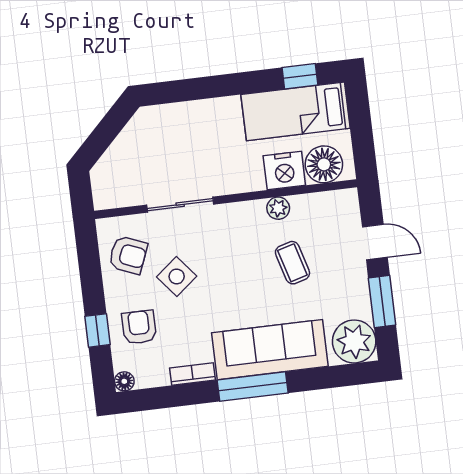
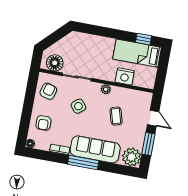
floor lamp: (324, 164) -> (55, 63), moved
plant: (278, 208) -> (106, 89), moved
armchair: (128, 255) -> (48, 91), turned -96
side table: (177, 276) -> (78, 106), moved
armchair: (139, 327) -> (43, 123), turned 180
window: (97, 330) -> (26, 119), removed

